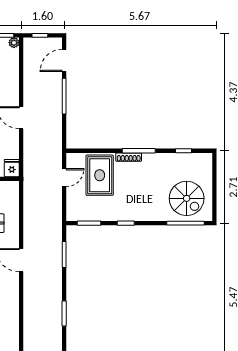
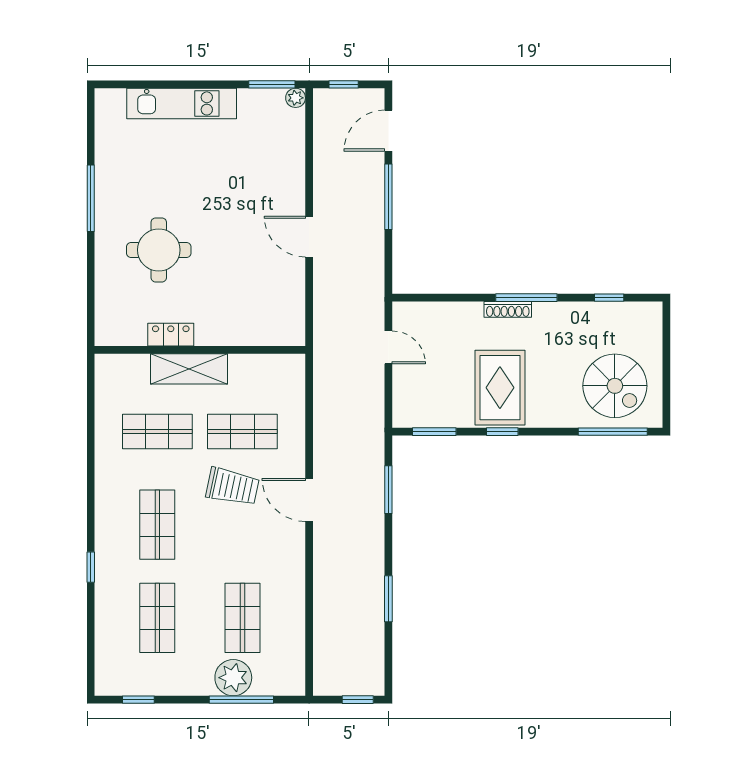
fridge: (12, 168) -> (292, 330), removed
rug: (100, 175) -> (500, 388), moved
door: (64, 178) -> (388, 347), hinge flipped

